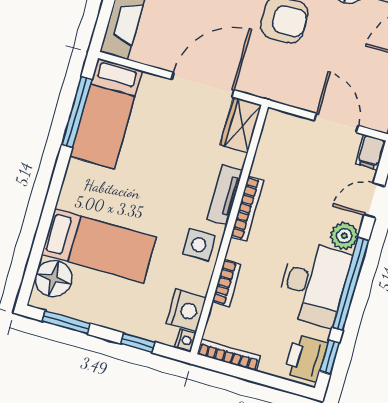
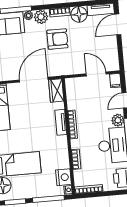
side table: (199, 245) -> (58, 148), removed
window: (138, 343) -> (48, 199), width x2.17

